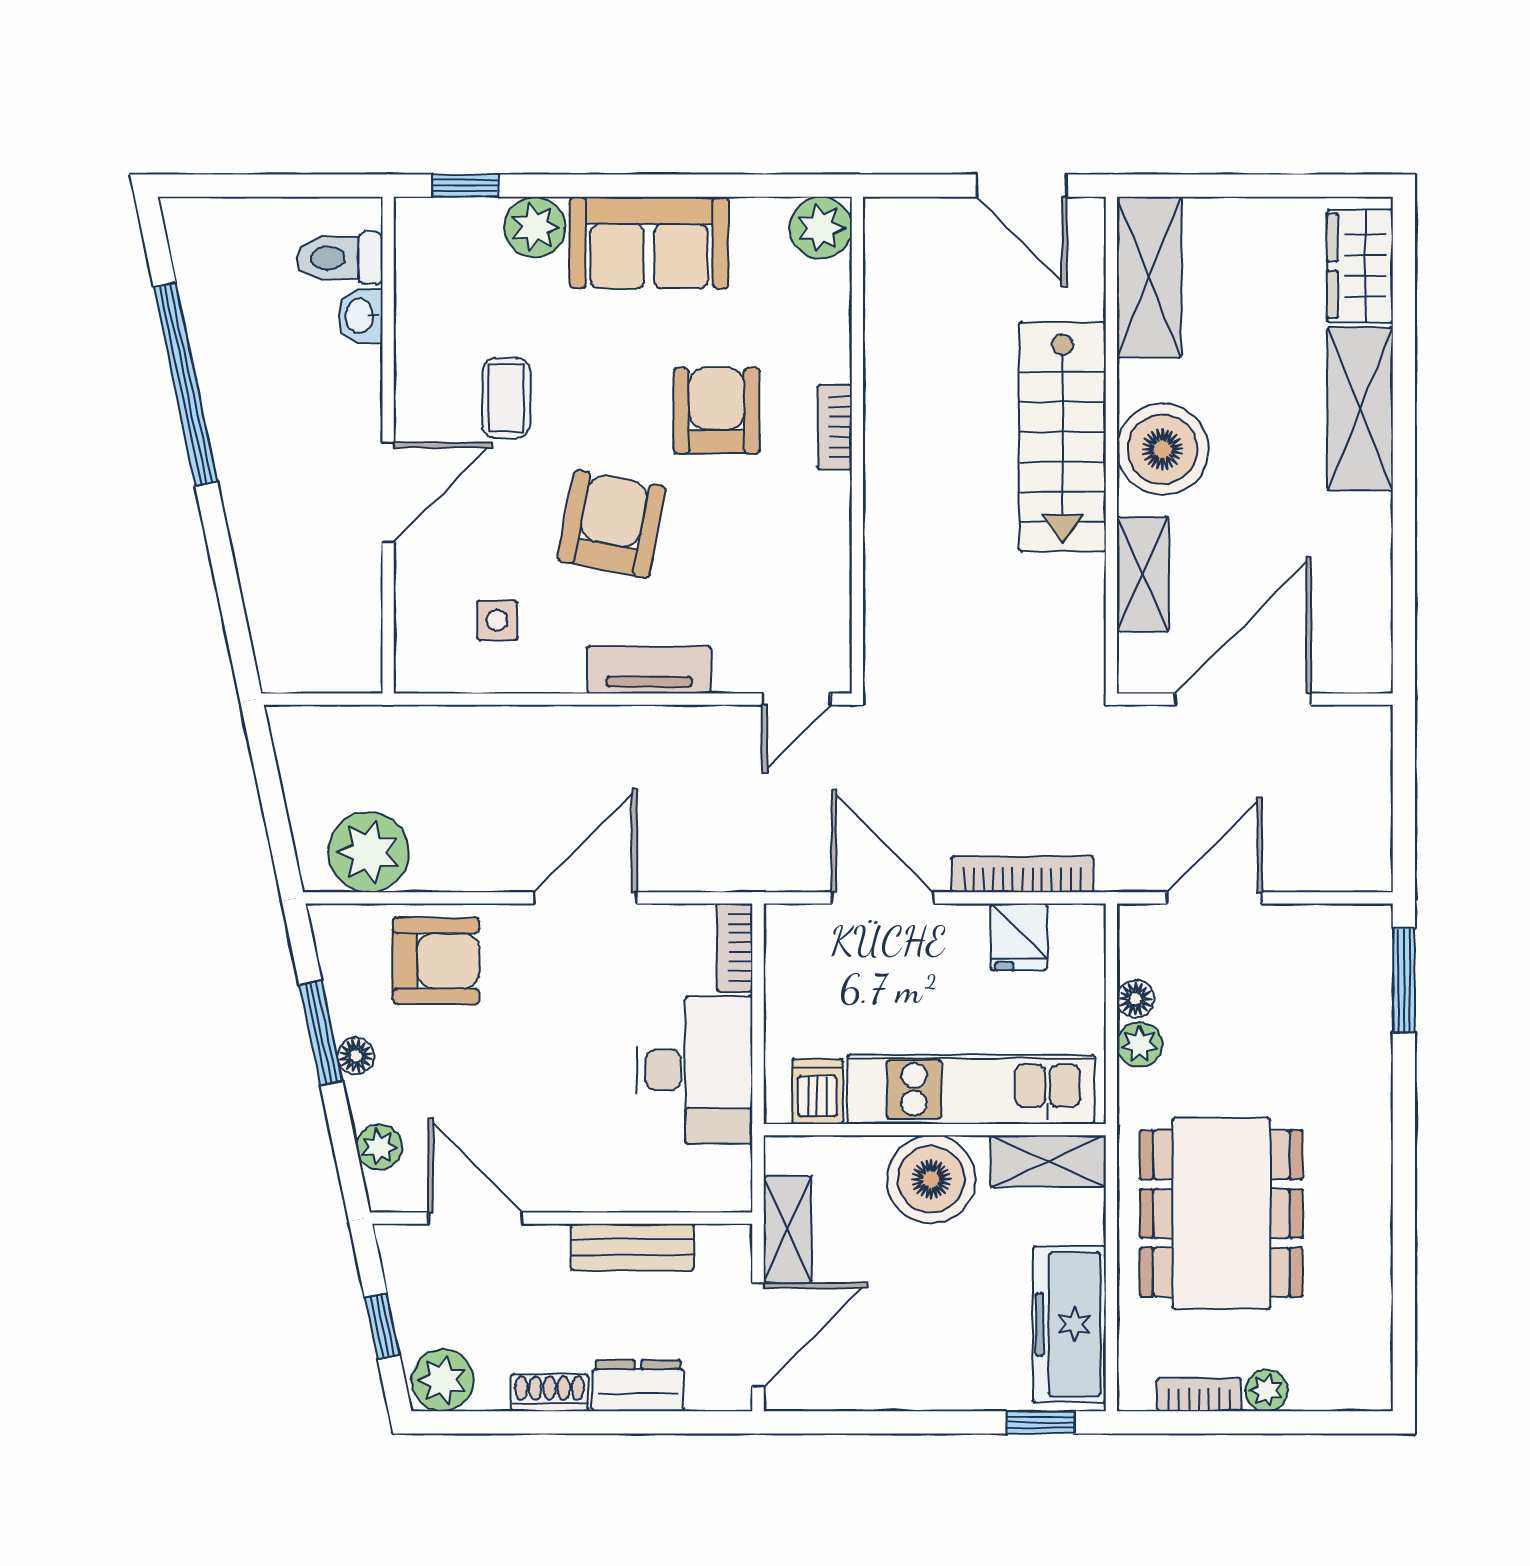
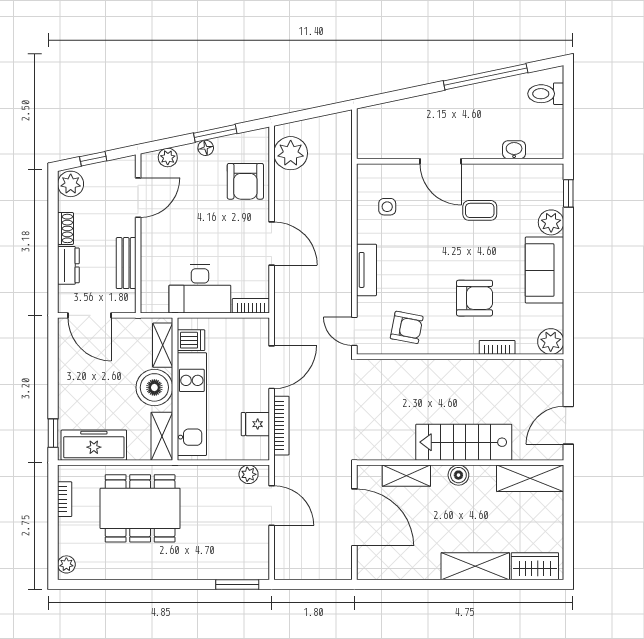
toilet: (340, 258) -> (546, 94), moved, turned -90
bookcase: (835, 427) -> (497, 347), moved
boiler: (1163, 449) -> (458, 475), width x0.54, depth x0.54
armchair: (612, 524) -> (407, 327), moved, width x0.72, depth x0.72
floor lamp: (1136, 999) -> (230, 473), removed
plant: (1140, 1045) -> (249, 474), moved
shelving: (787, 1229) -> (163, 345), moved, turned 90
plant: (1267, 1390) -> (66, 564), moved

